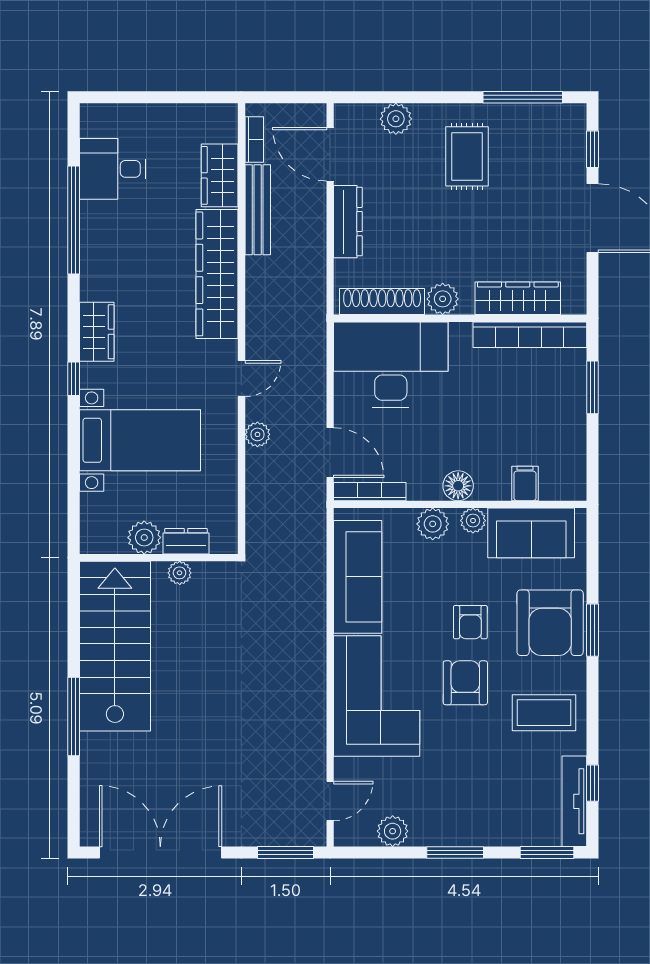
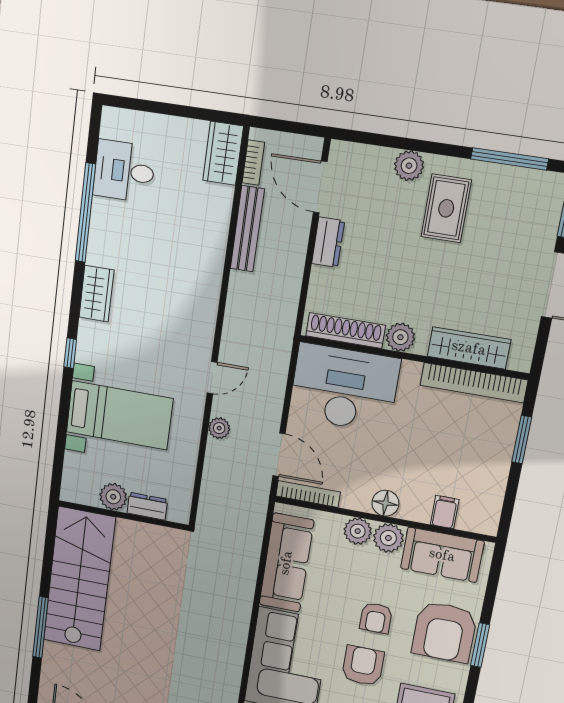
plant: (396, 119) -> (409, 166), moved
wardrobe: (220, 175) -> (223, 153), moved
dresser: (348, 222) -> (328, 242), width x0.70
wardrobe: (217, 274) -> (203, 282), removed
wardrobe: (97, 332) -> (96, 294), moved
plant: (473, 521) -> (388, 538), width x1.38, depth x1.38
plant: (180, 573) -> (139, 531), removed

